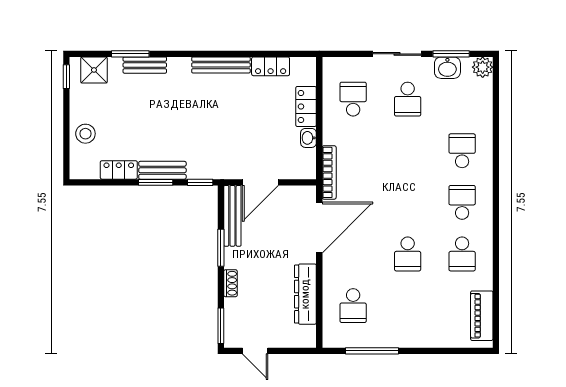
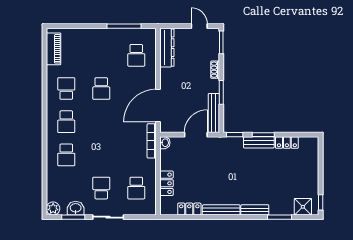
bench: (145, 65) -> (255, 210), moved
stool: (85, 134) -> (308, 166), removed
washbasin: (308, 138) -> (165, 143), moved
school desk: (408, 254) -> (101, 88), turned 180
dresser: (305, 294) -> (167, 48), moved
school desk: (353, 306) -> (136, 55), turned 180

